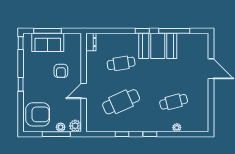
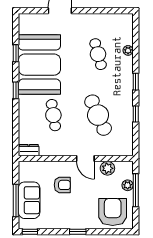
window: (174, 31) -> (16, 53), width x0.46
booth: (158, 46) -> (39, 65), width x1.36, depth x1.42
plant: (75, 126) -> (107, 168), moved

